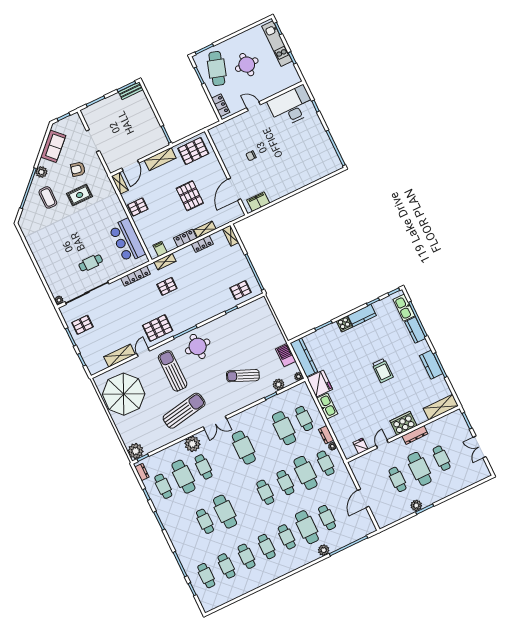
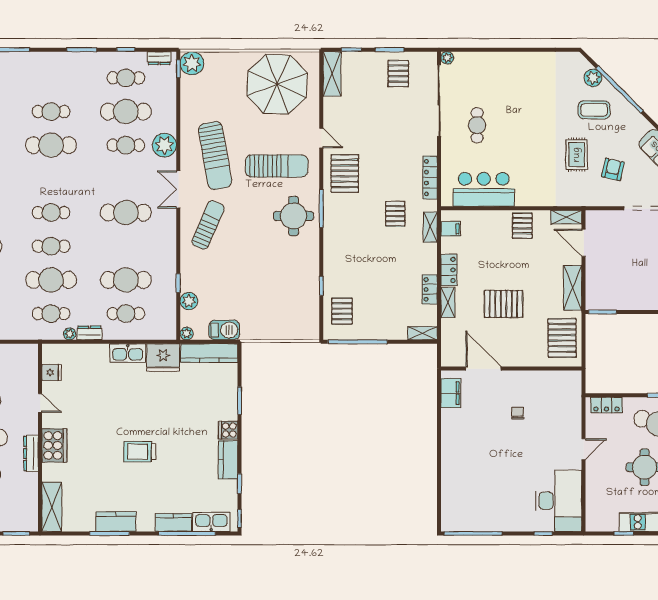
plant: (41, 172) -> (593, 78), moved
shelving: (120, 356) -> (332, 74), moved
sun lounger: (243, 376) -> (208, 225), moved

